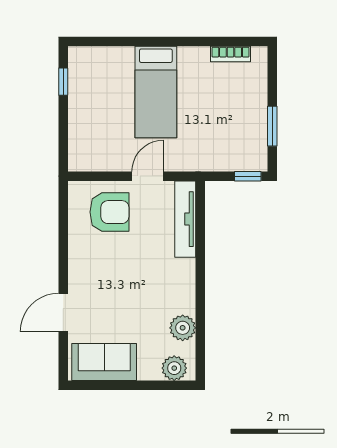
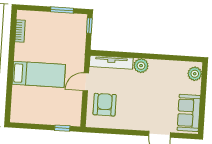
window: (63, 82) -> (62, 128), moved
door: (148, 176) -> (86, 82), hinge flipped
plant: (183, 328) -> (141, 66), moved

